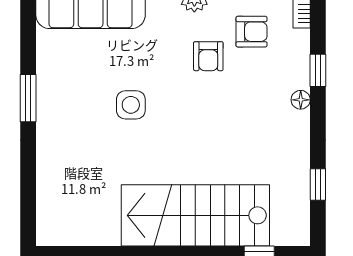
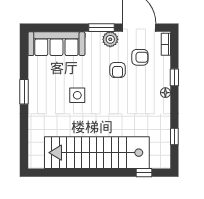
stairs: (195, 215) -> (97, 153), width x1.36

